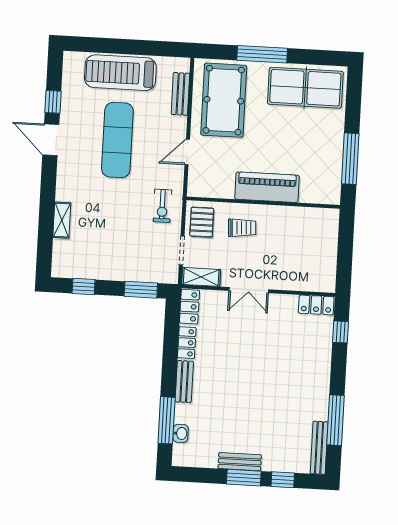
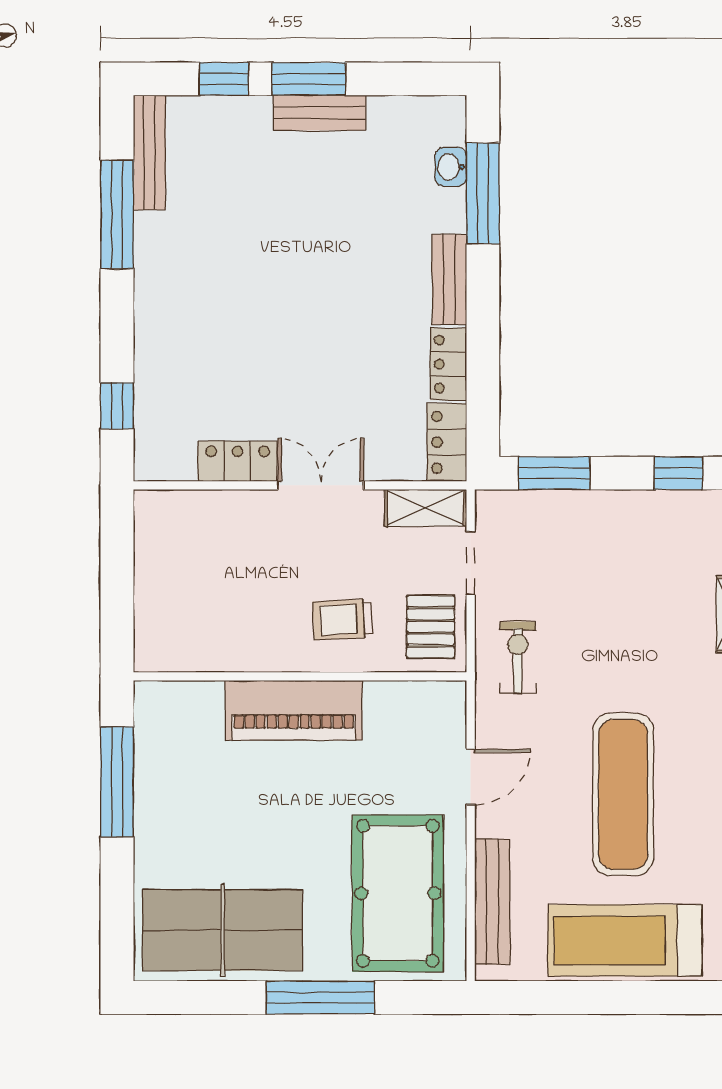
treadmill: (120, 73) -> (625, 940), turned 180
bench: (180, 94) -> (492, 902), width x1.36
locker: (316, 305) -> (237, 461), moved

